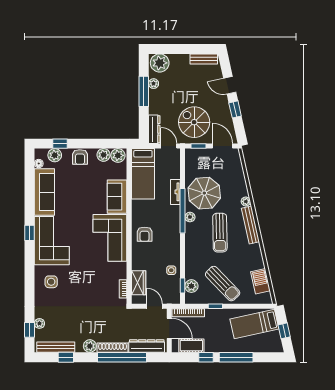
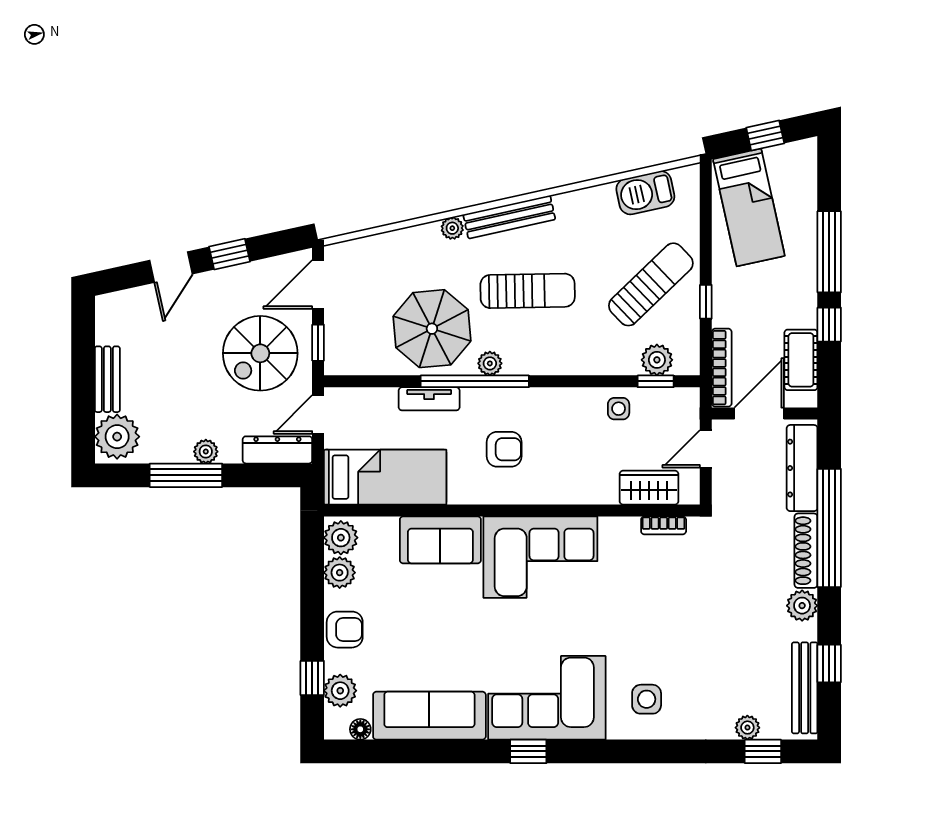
bench: (204, 59) -> (107, 379), moved
plant: (154, 84) -> (206, 452), moved
armchair: (145, 234) -> (504, 449), moved

